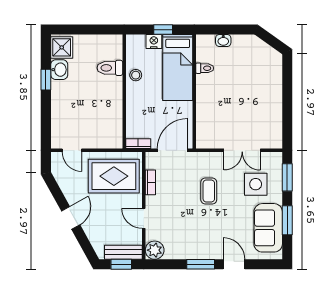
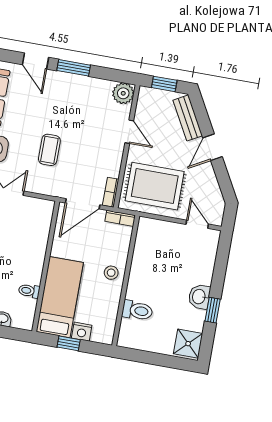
washbasin: (59, 70) -> (199, 297), moved
stool: (136, 75) -> (111, 273), moved
bookcase: (150, 182) -> (111, 192), moved
bench: (123, 252) -> (188, 118), moved, turned 61

